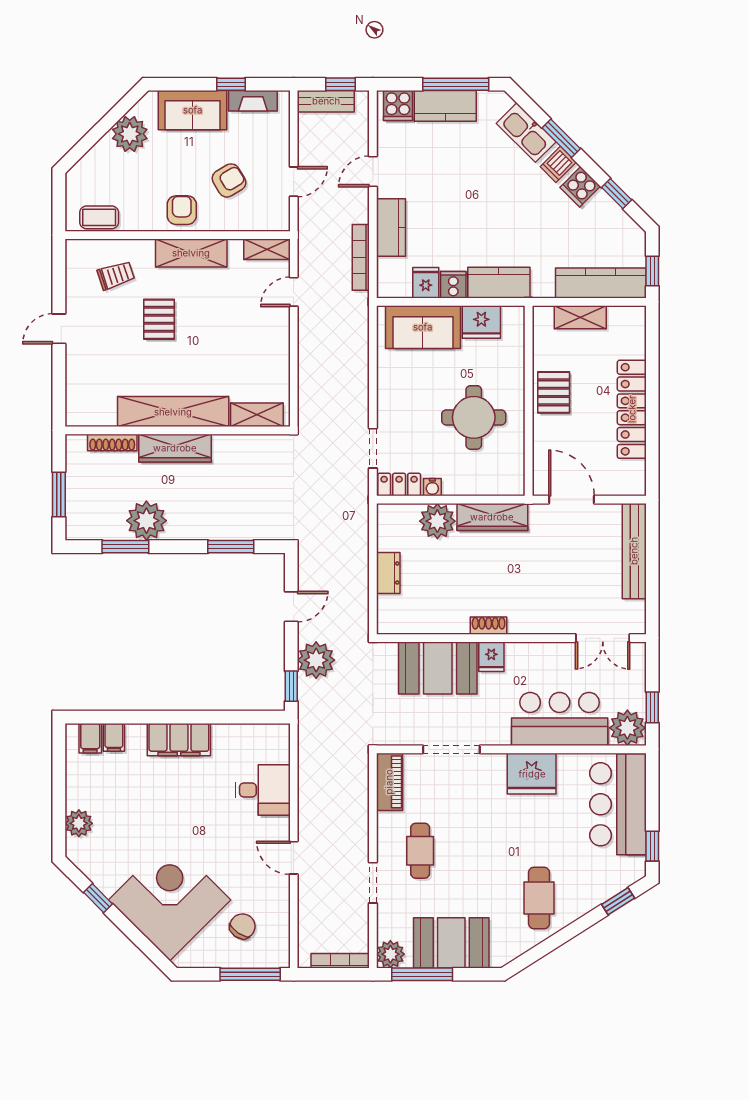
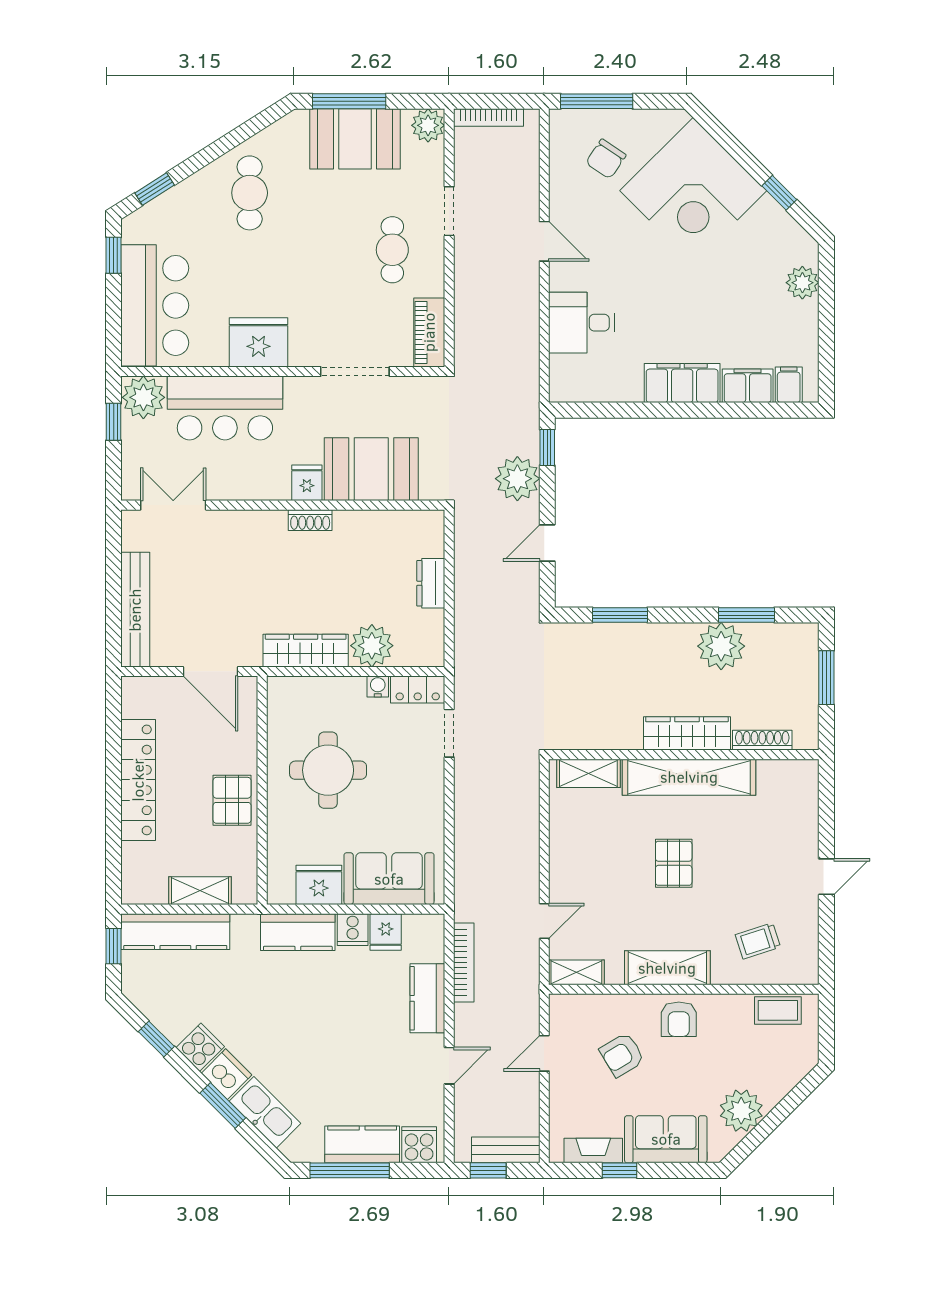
dishwasher: (558, 164) -> (227, 1074), width x1.38
pallet: (159, 319) -> (674, 863), moved
filing cabinet: (114, 737) -> (748, 386), width x2.00
window: (422, 974) -> (349, 101), moved

